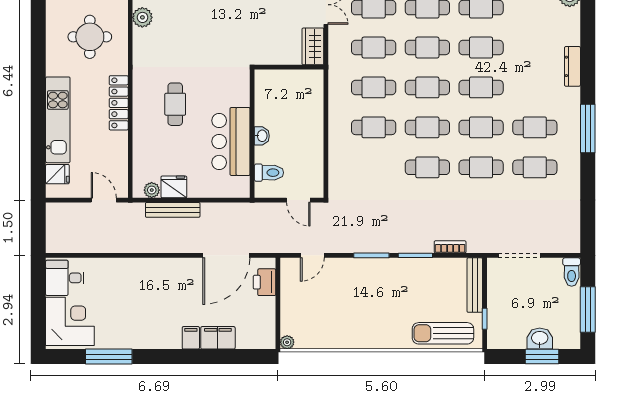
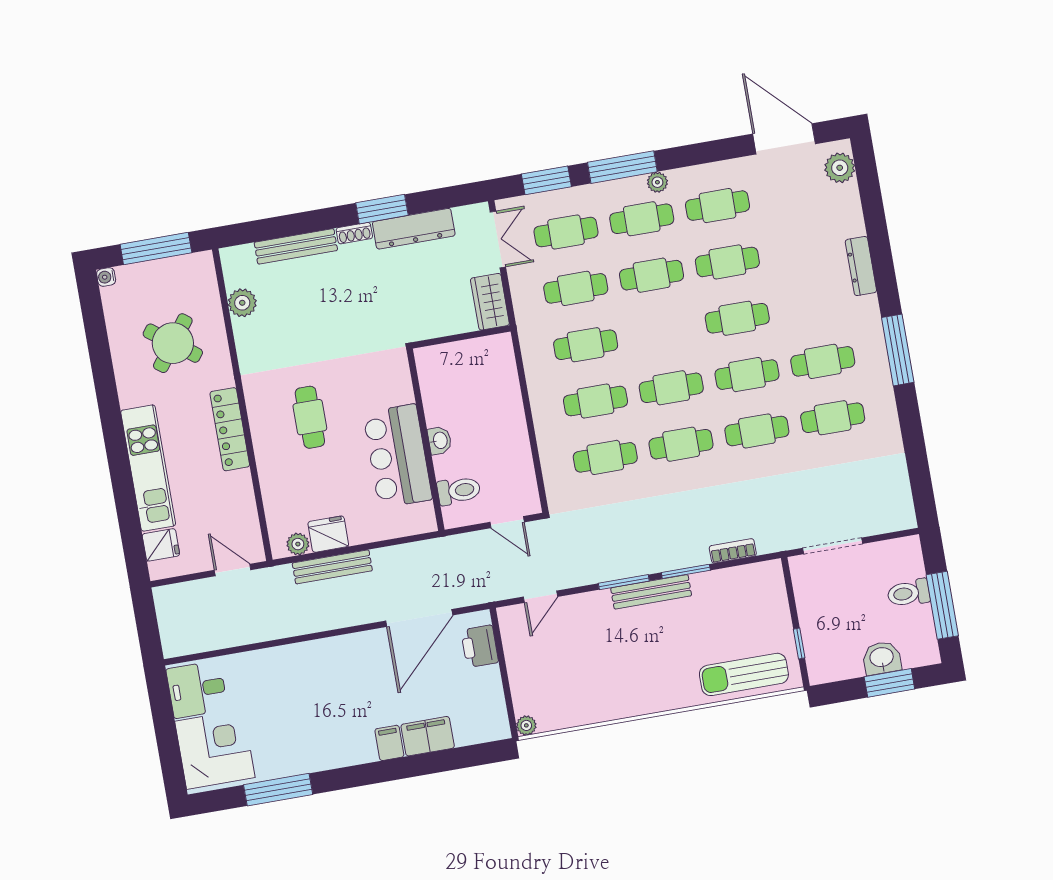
round table: (90, 37) -> (173, 343), turned 37
cafe table: (427, 87) -> (605, 457), moved
toilet: (572, 272) -> (909, 593), moved, turned 90
bench: (475, 285) -> (651, 592), moved, turned 90

